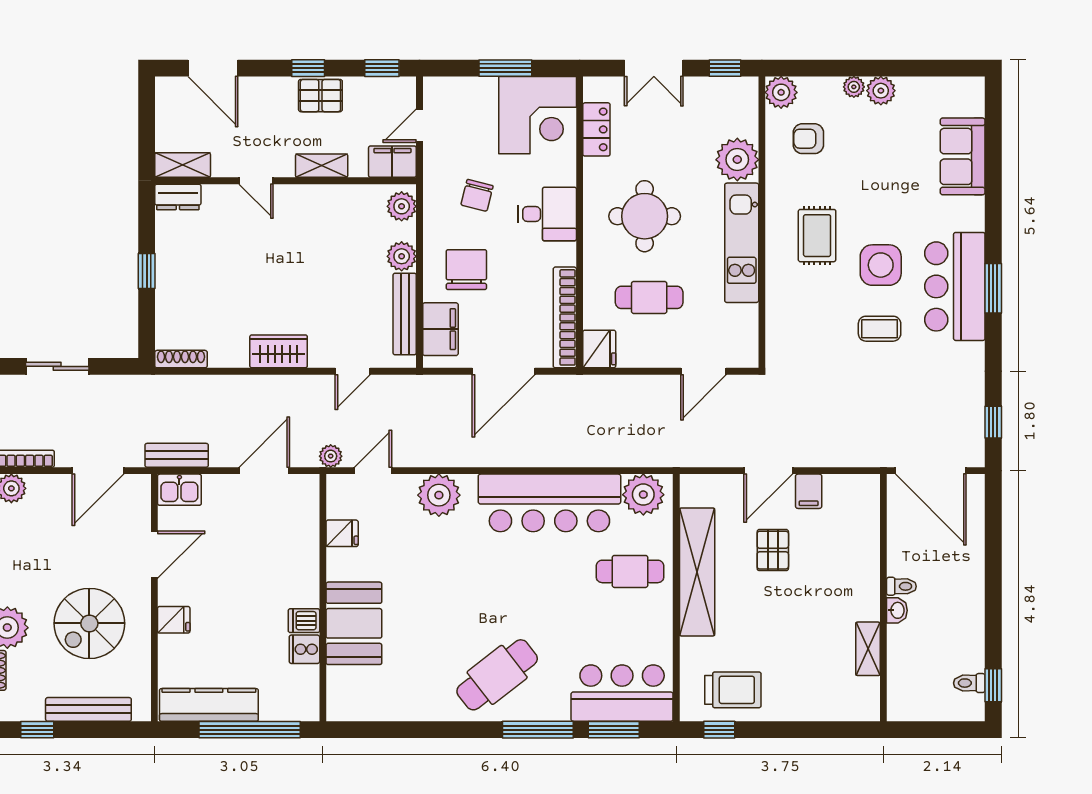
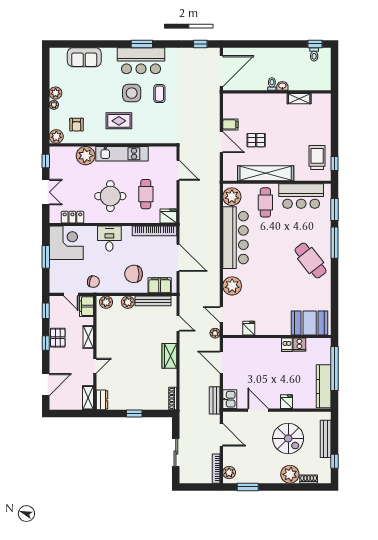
chair: (477, 195) -> (93, 282), moved
booth: (354, 623) -> (310, 323), moved
bar counter: (622, 693) -> (301, 196), moved, turned -90

